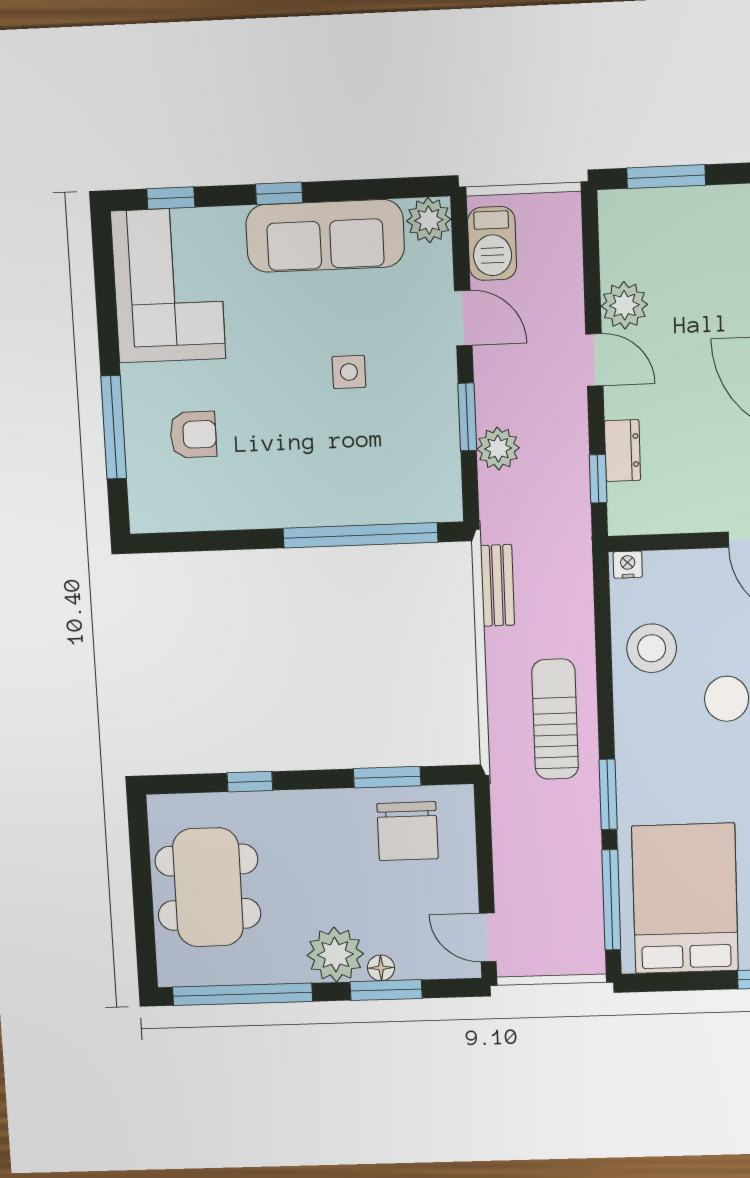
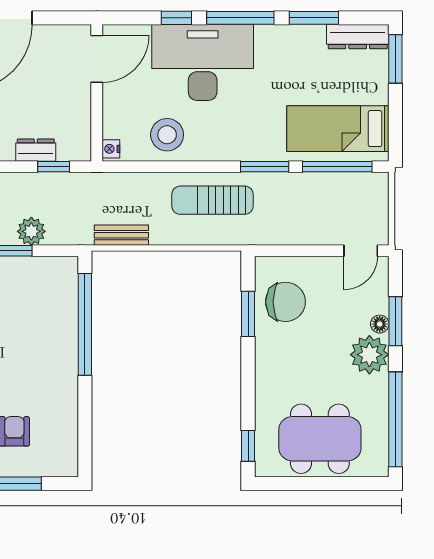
window: (250, 782) -> (248, 446), moved
bed: (685, 898) -> (338, 129), width x0.67

